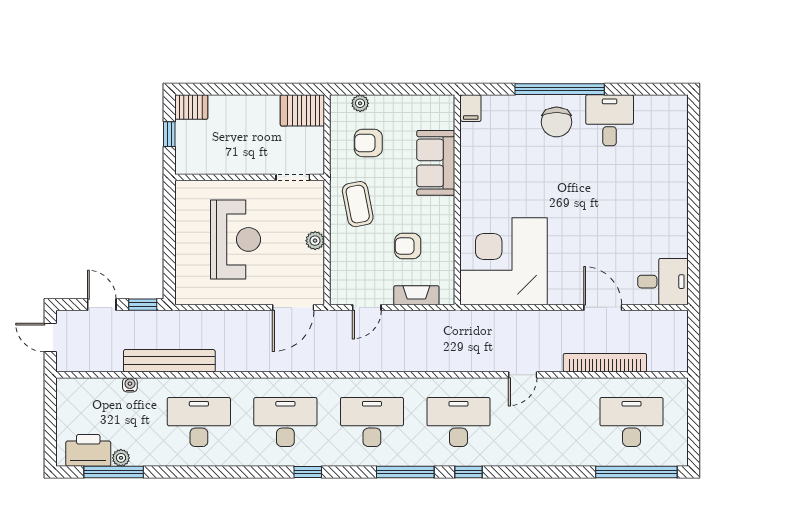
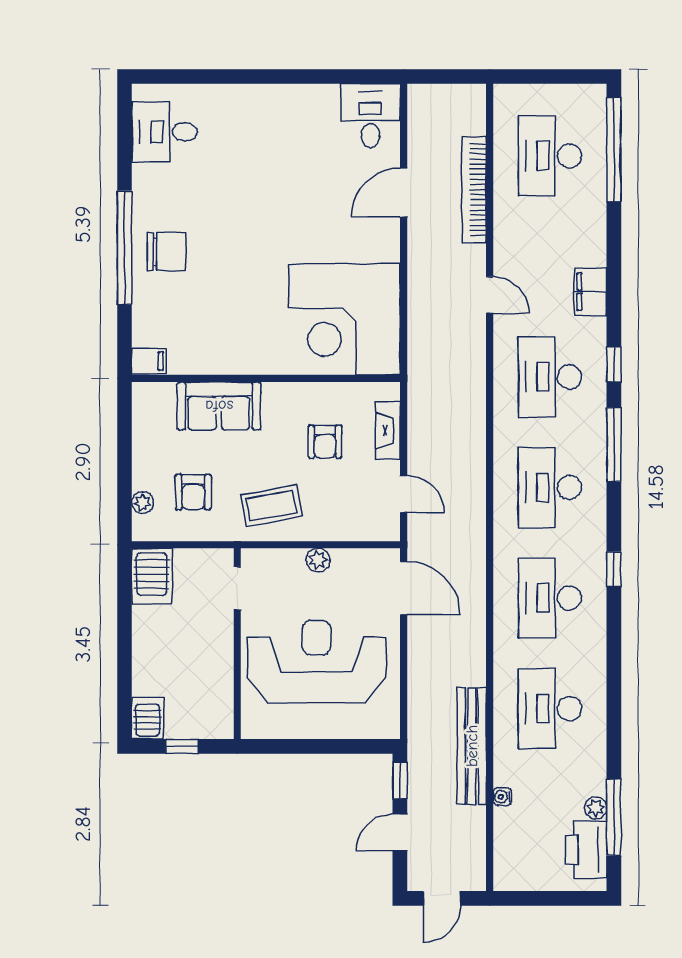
desk: (610, 120) -> (164, 132), moved
reception desk: (236, 239) -> (317, 662), width x1.36, depth x1.30
filing cabinet: (525, 454) -> (591, 292), added

